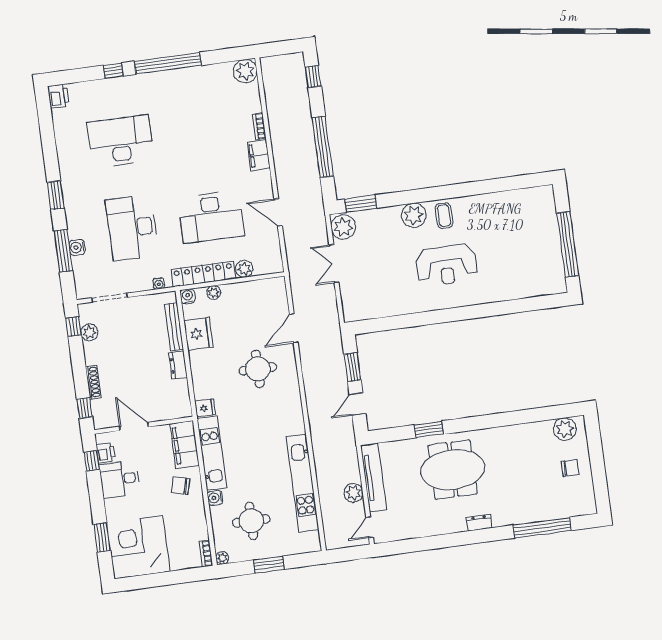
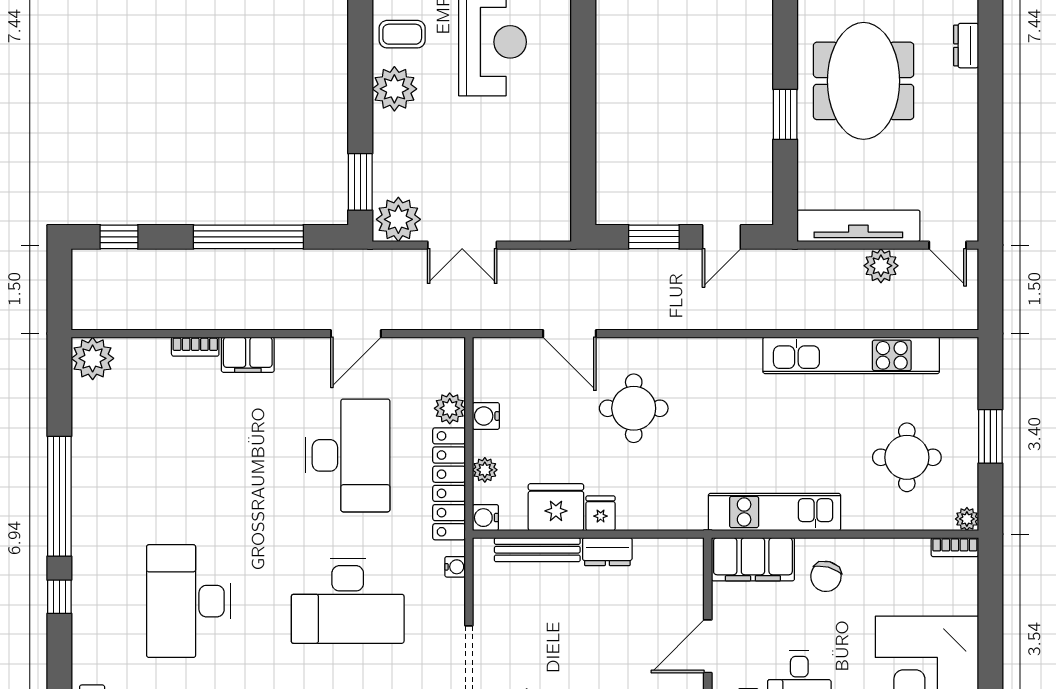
door: (357, 404) -> (722, 237), hinge flipped
fridge: (205, 408) -> (601, 513), moved
water cooler: (215, 498) -> (486, 416), moved, turned 90

